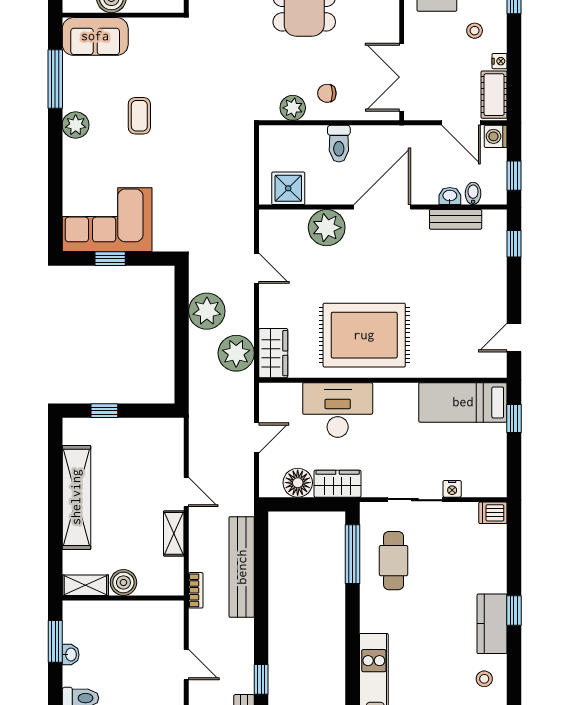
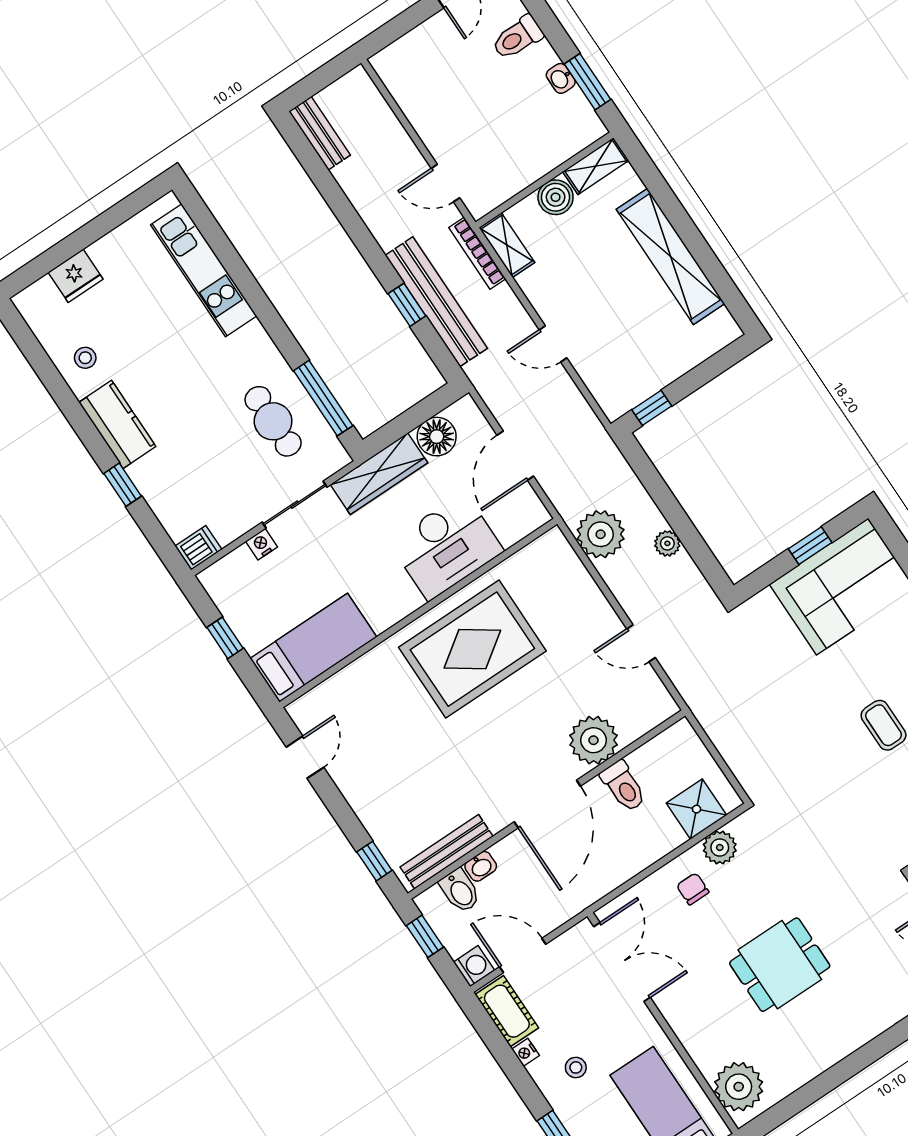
chair: (327, 93) -> (693, 889), turned -90
toilet: (339, 144) -> (624, 786), moved, turned 180
shower: (288, 188) -> (696, 809), moved
bidet: (473, 193) -> (460, 891), width x1.38, depth x1.36
bench: (456, 219) -> (447, 852), width x1.36
plant: (207, 311) -> (667, 543), width x0.53, depth x0.53
wardrobe: (273, 353) -> (560, 562), removed
window: (104, 411) -> (652, 408), moved
window: (514, 418) -> (225, 638), moved
door: (257, 438) -> (515, 456), width x1.38
wardrobe: (338, 484) -> (379, 474), width x1.50
shelving: (174, 533) -> (507, 245), moved
bookcase: (196, 590) -> (477, 253), width x1.56
window: (514, 610) -> (123, 485), moved
door: (186, 665) -> (445, 183), moved
window: (261, 679) -> (407, 305), moved

